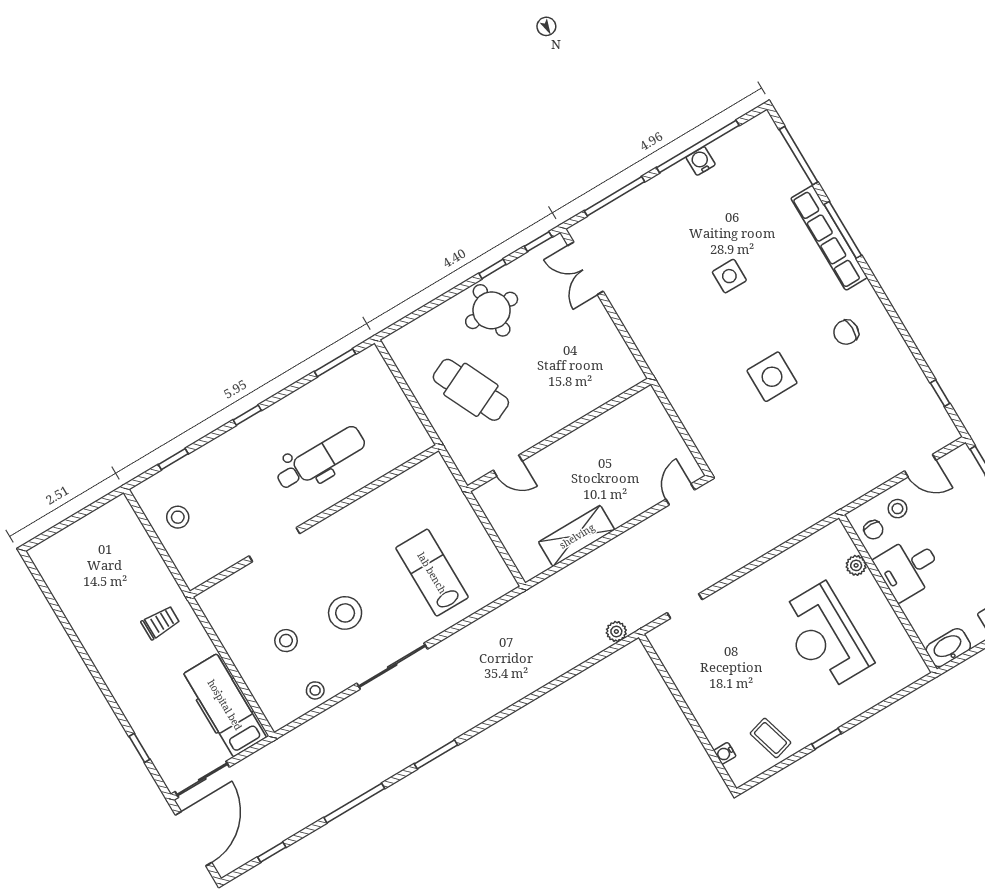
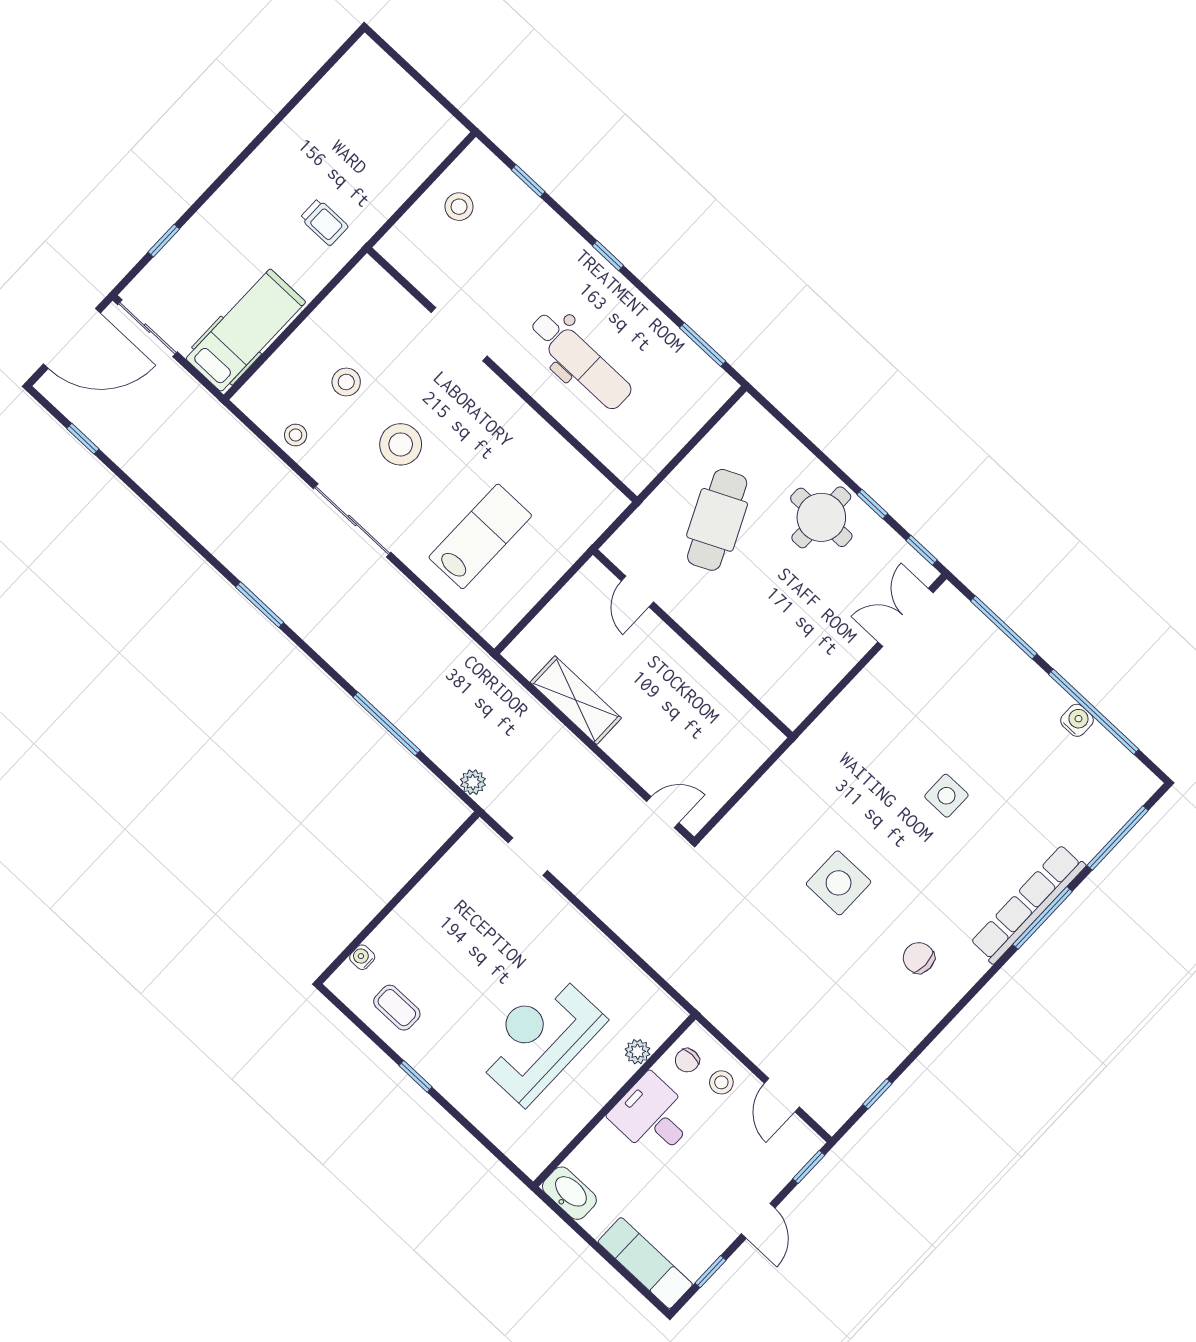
coffee table: (770, 738) -> (397, 1008), turned -74
window: (354, 803) -> (387, 724), moved

